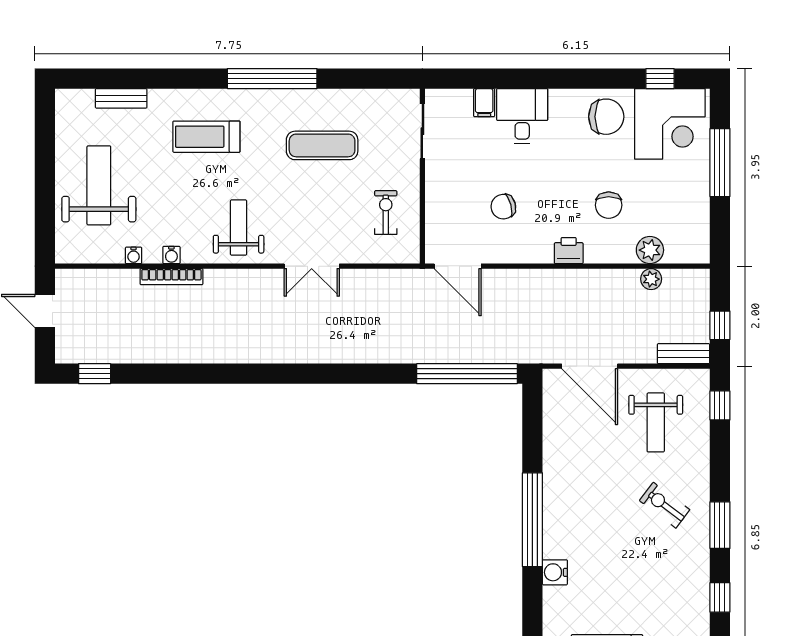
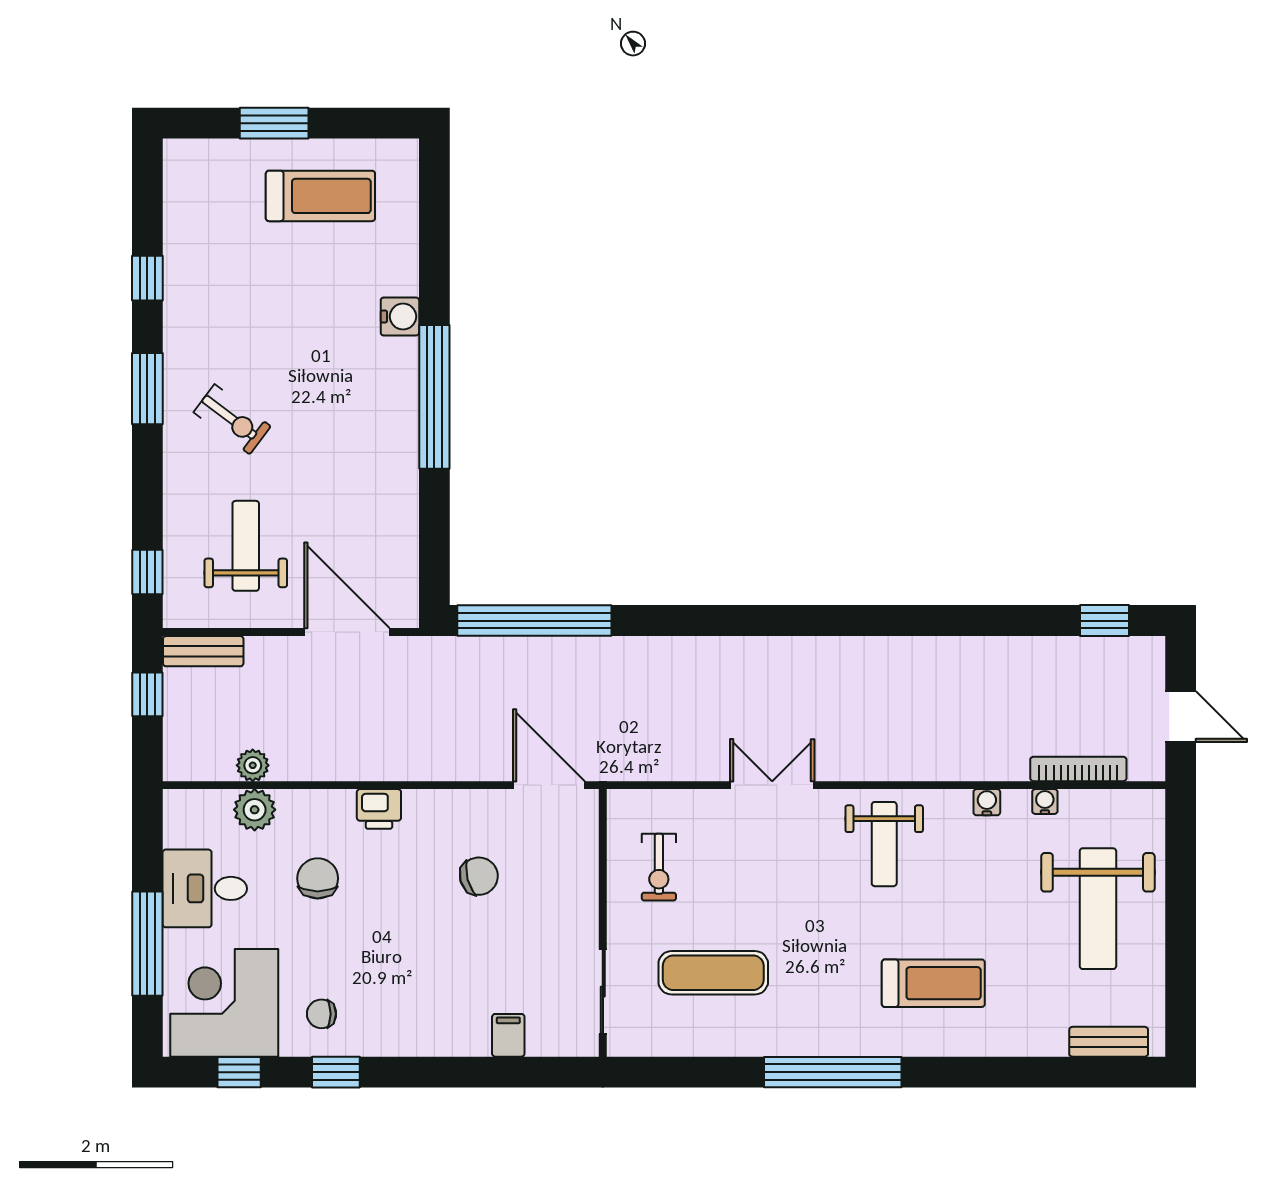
window: (597, 79) -> (336, 1072), added
bench: (121, 98) -> (1109, 1042), moved
desk: (522, 116) -> (205, 888), moved, turned 90
chair: (606, 117) -> (321, 1014), width x0.54, depth x0.54
exercise mat: (322, 145) -> (713, 973), moved
bookcase: (171, 277) -> (1078, 769), moved

